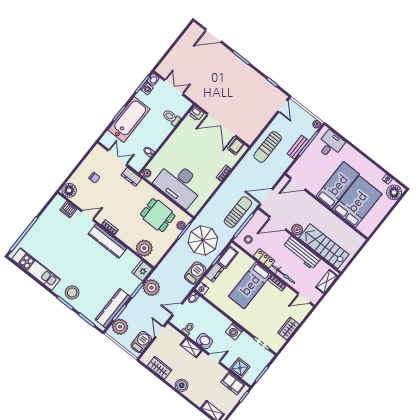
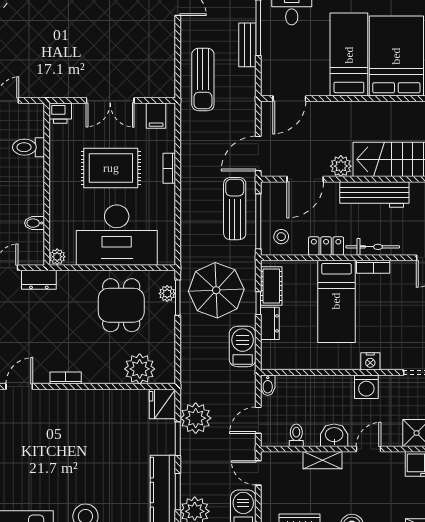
double door: (221, 125) -> (110, 101), width x0.73
rug: (199, 154) -> (111, 168), added
dining table: (158, 215) -> (121, 305), turned 90
kitchen counter: (107, 241) -> (78, 401), removed
nightstand: (202, 289) -> (370, 361), moved

